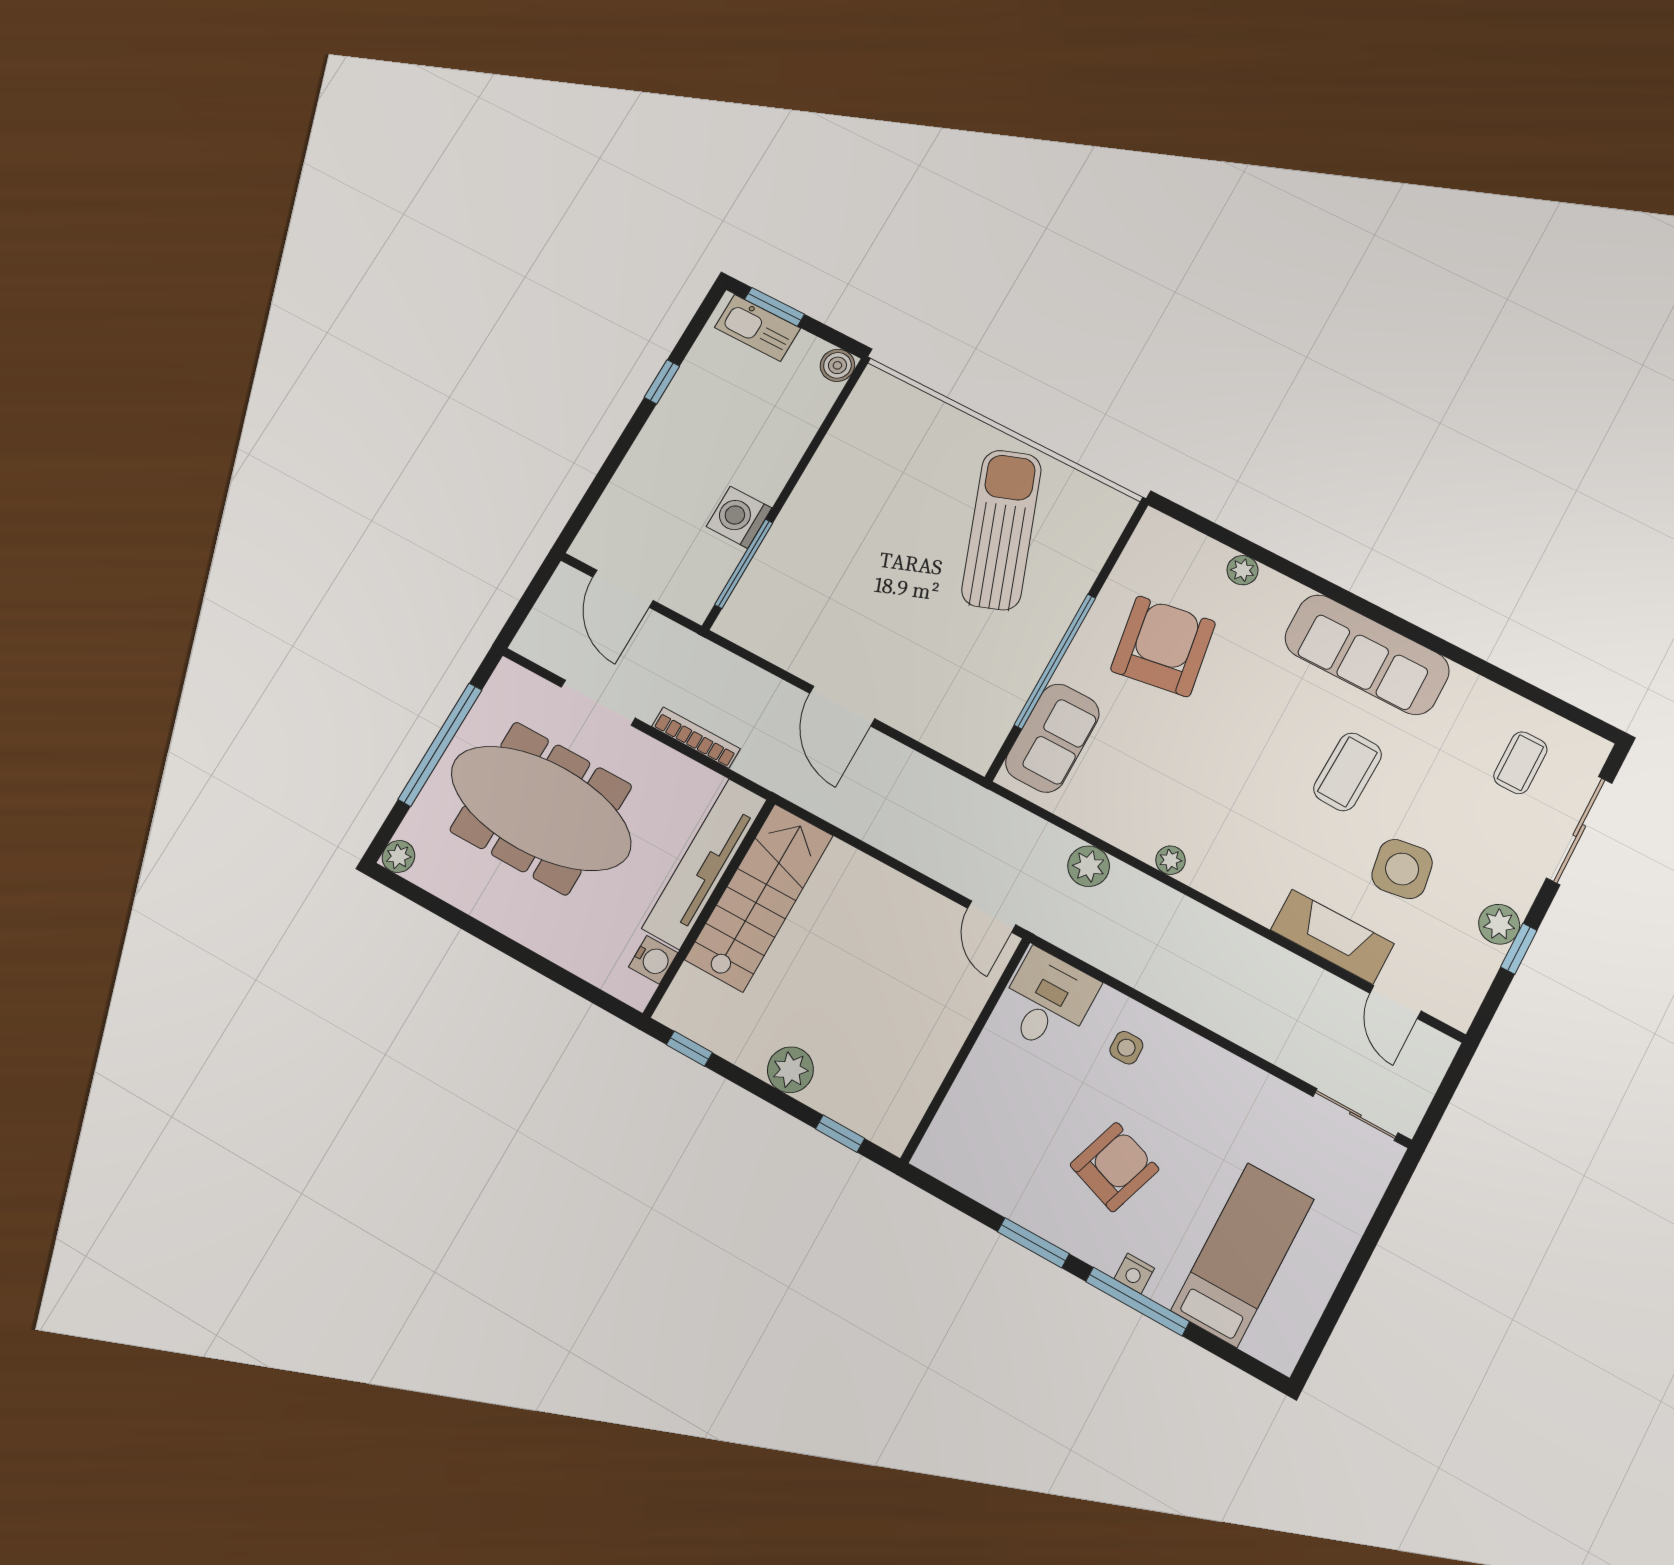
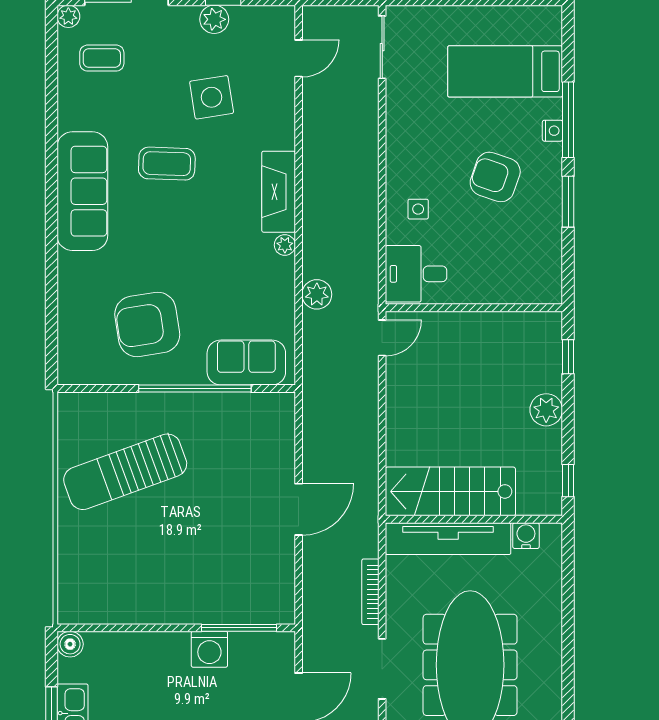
plant: (1243, 570) -> (68, 16), moved
fireplace: (1332, 937) -> (279, 192), moved

